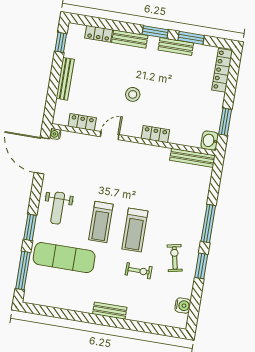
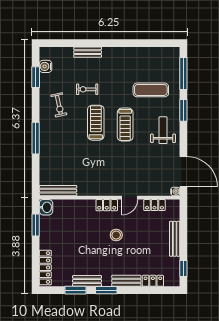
locker: (155, 134) -> (107, 205), moved
treadmill: (101, 222) -> (125, 125), turned 180
exercise mat: (64, 258) -> (151, 90), width x0.73, depth x0.69
window: (201, 266) -> (36, 77), moved
bench: (110, 311) -> (88, 52), moved

